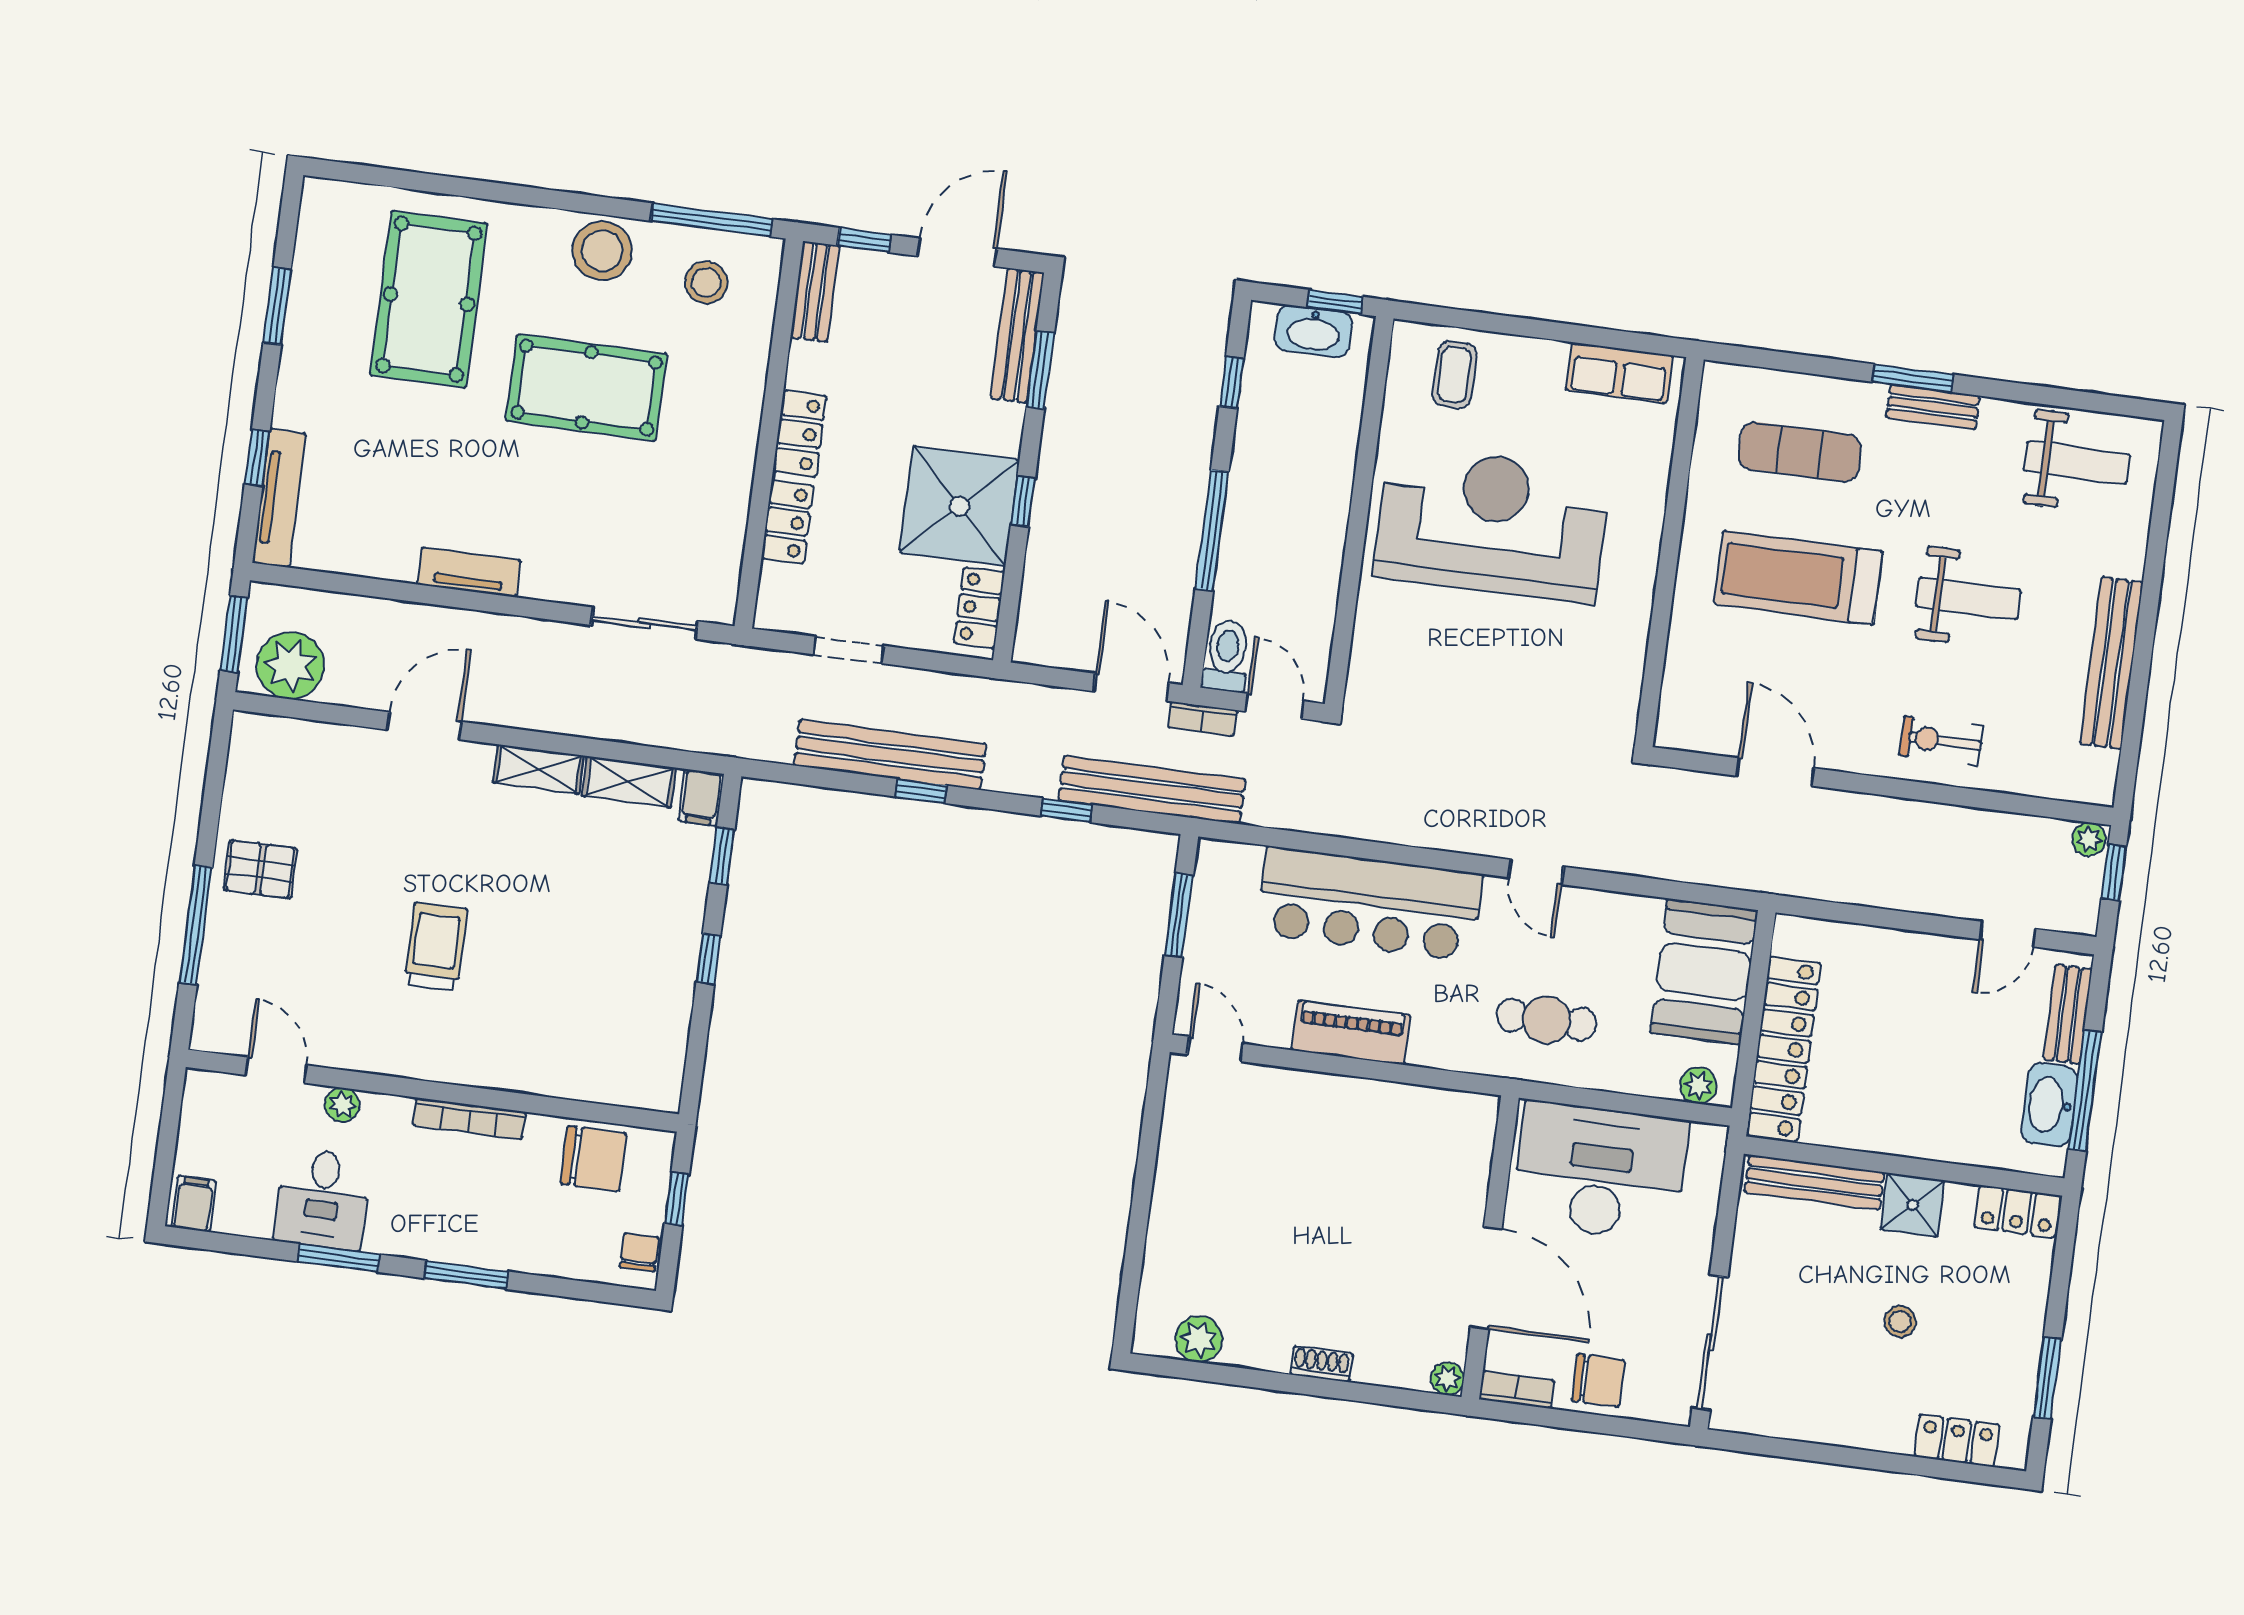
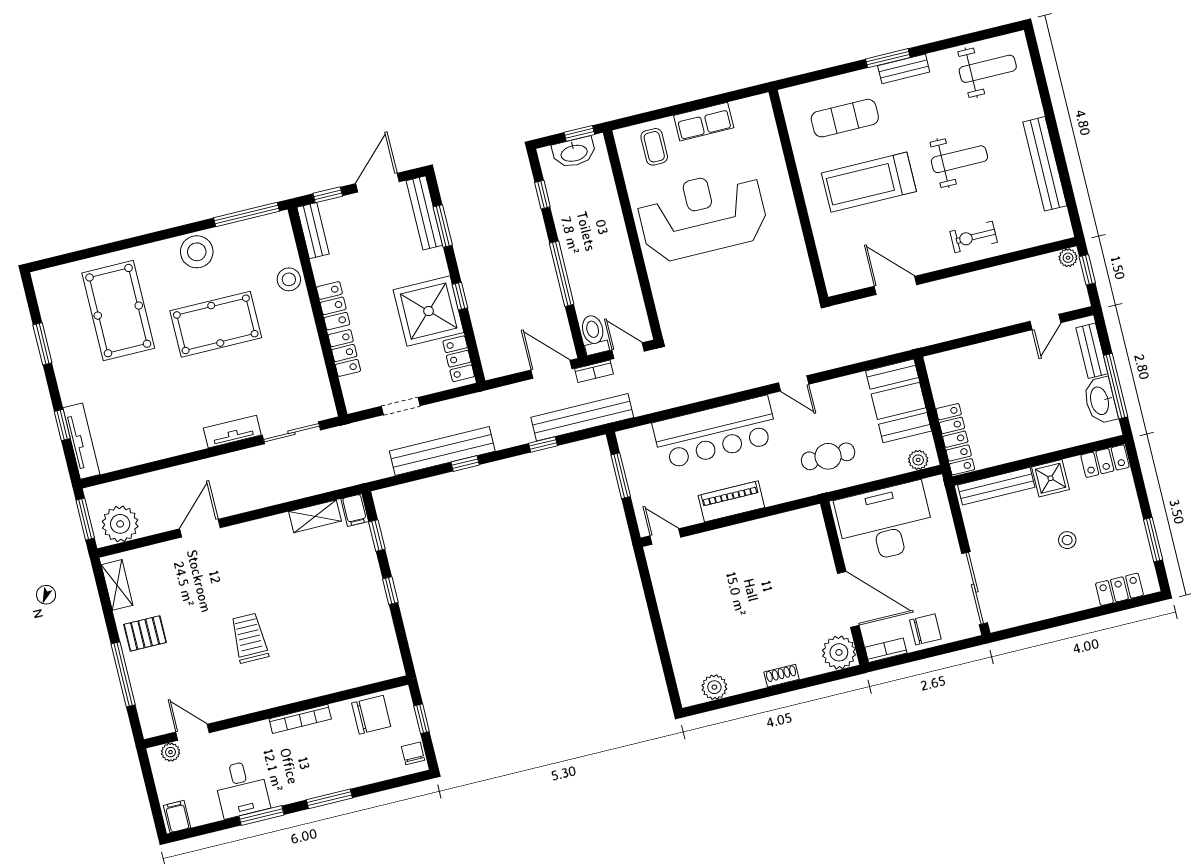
stool: (706, 282) -> (289, 279), moved
row of seats: (1619, 373) -> (704, 122), moved
tv unit: (469, 572) -> (232, 432), moved
shelving: (538, 769) -> (117, 585), moved, turned 90
locker: (1784, 1049) -> (955, 439), width x0.71, depth x0.83
plant: (342, 1105) -> (170, 752), moved
plant: (1448, 1379) -> (839, 652), width x1.88, depth x1.88

